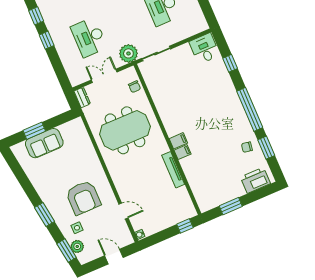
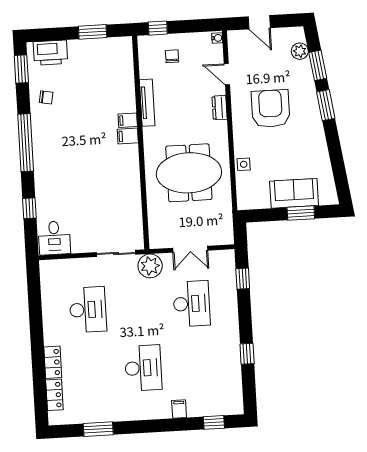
window: (47, 40) -> (243, 279), moved
chair: (135, 87) -> (172, 56), moved
dresser: (82, 97) -> (220, 108), moved
window: (266, 148) -> (21, 69), moved
side table: (77, 228) -> (244, 164), moved
window: (67, 251) -> (318, 65), moved

